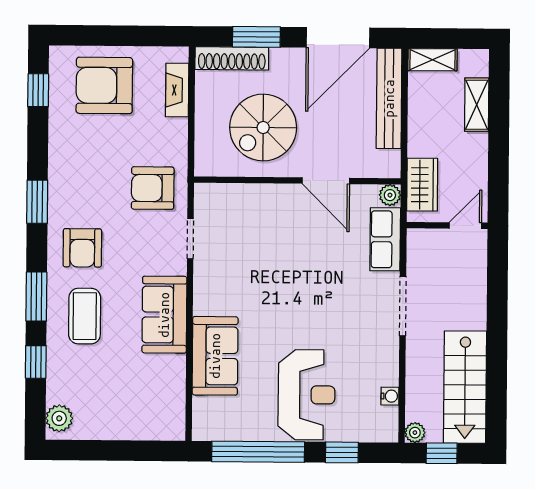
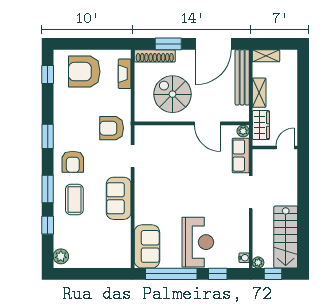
shelving: (477, 105) -> (259, 93), moved
spiral stairs: (263, 128) -> (172, 94), turned 90
sofa: (215, 356) -> (147, 246), moved
water cooler: (390, 396) -> (244, 258), moved

